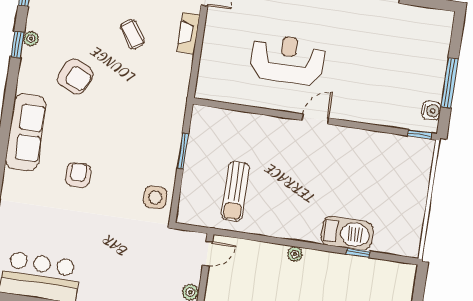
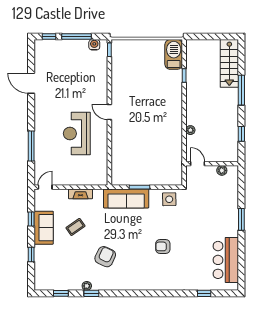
fireplace: (189, 33) -> (81, 194), moved
window: (456, 37) -> (49, 36), added
sofa: (26, 132) -> (126, 198), moved, turned 180
sun lounger: (235, 191) -> (159, 153), removed
barbecue: (347, 233) -> (174, 54), moved
plant: (295, 254) -> (190, 130), moved

